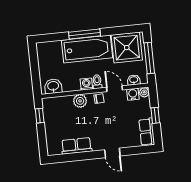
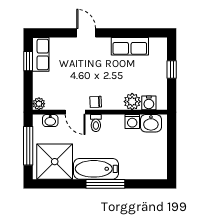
bathtub: (87, 49) -> (96, 169), width x0.73, depth x0.73
washing machine: (86, 84) -> (132, 122), moved
water cooler: (133, 94) -> (149, 103), moved
plant: (80, 101) -> (132, 102), moved
window: (155, 115) -> (28, 61), moved
window: (40, 116) -> (172, 69), moved

